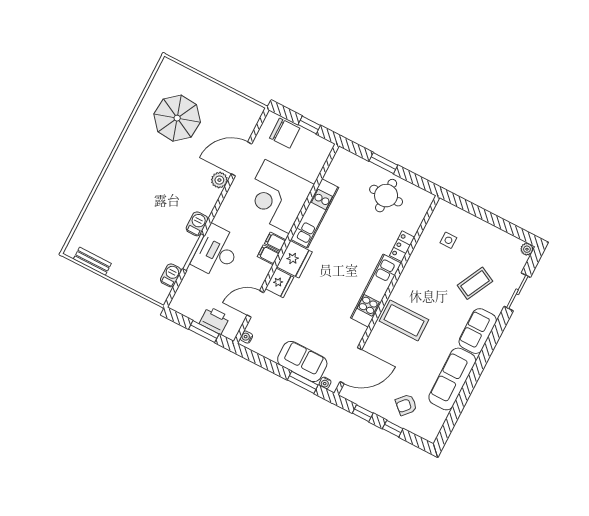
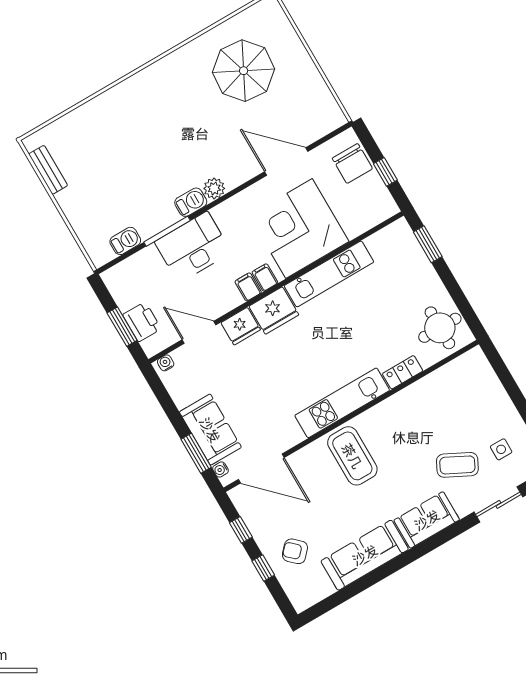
window: (383, 163) -> (428, 244), moved
plant: (219, 180) -> (214, 188), moved
round table: (386, 196) -> (440, 328), moved
side table: (448, 240) -> (501, 449), moved

